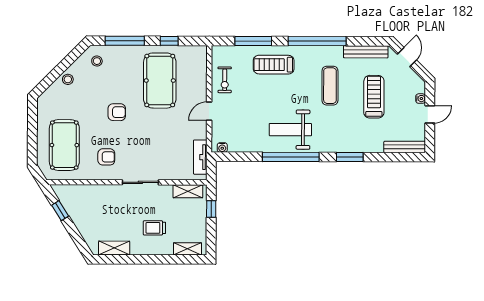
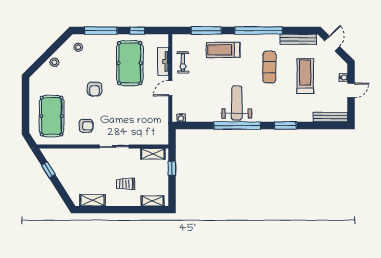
armchair: (117, 112) -> (95, 89), turned 90
weight bench: (290, 130) -> (237, 103), turned 90
tv unit: (200, 157) -> (163, 61), moved

